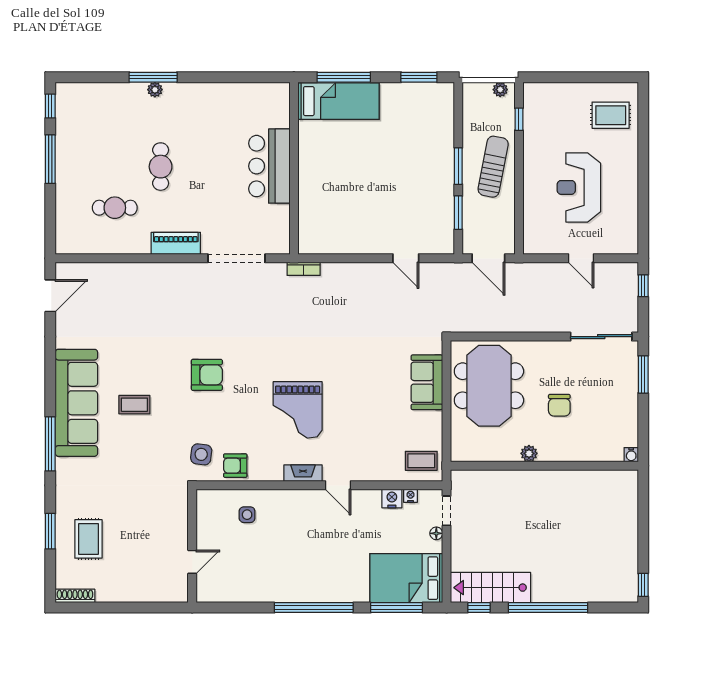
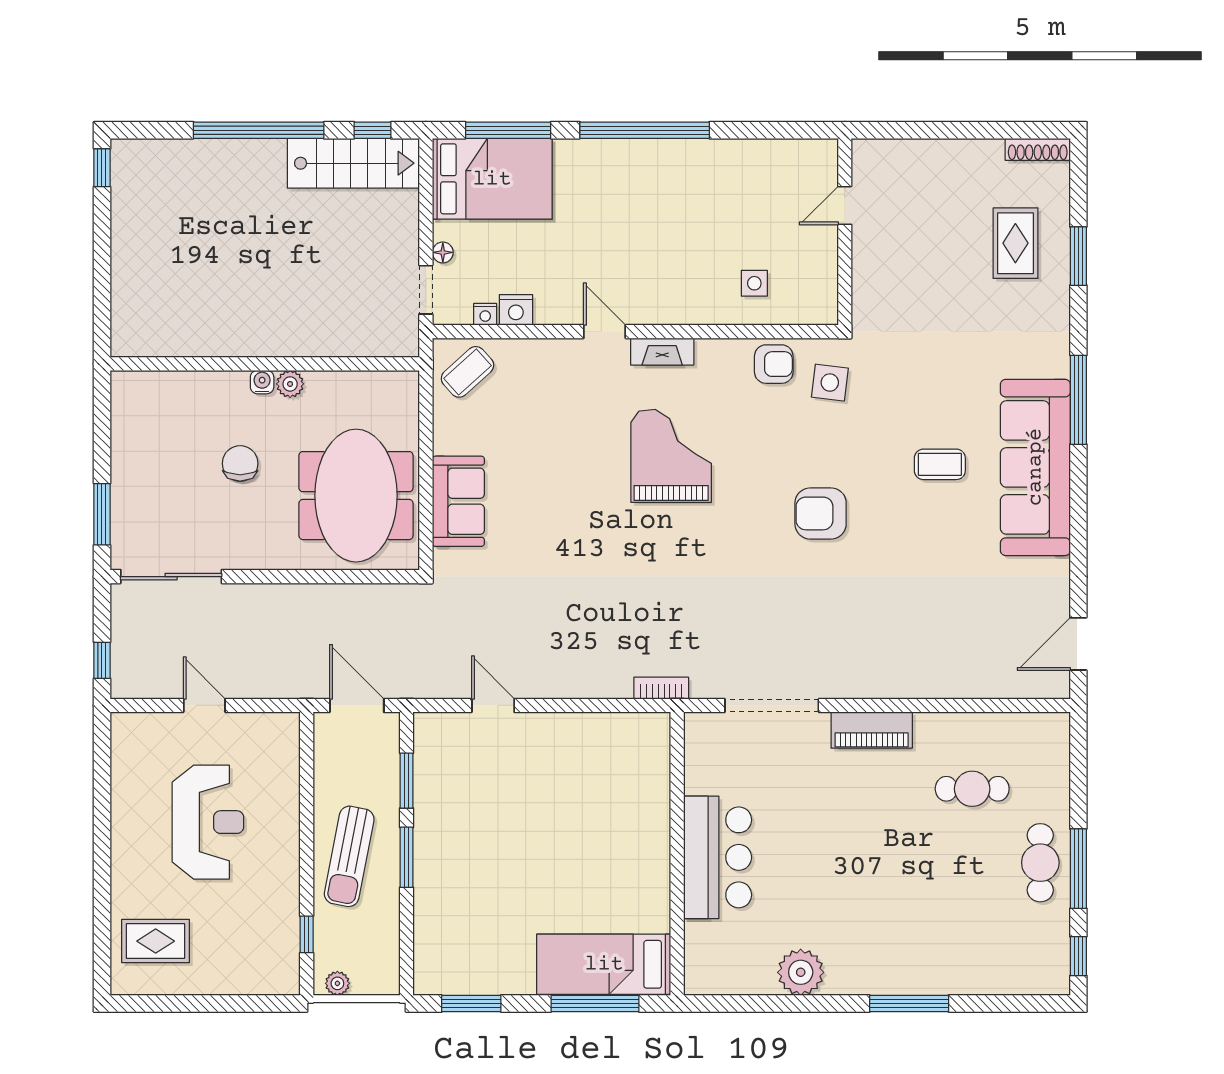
plant: (155, 90) -> (801, 972), moved, width x1.87, depth x1.87
cafe table: (161, 167) -> (1040, 863), moved
water cooler: (631, 455) -> (262, 382), moved
coffee table: (421, 461) -> (467, 372), turned -42

